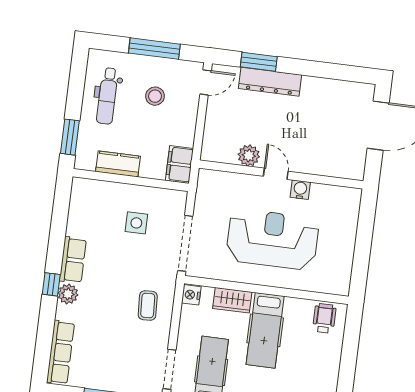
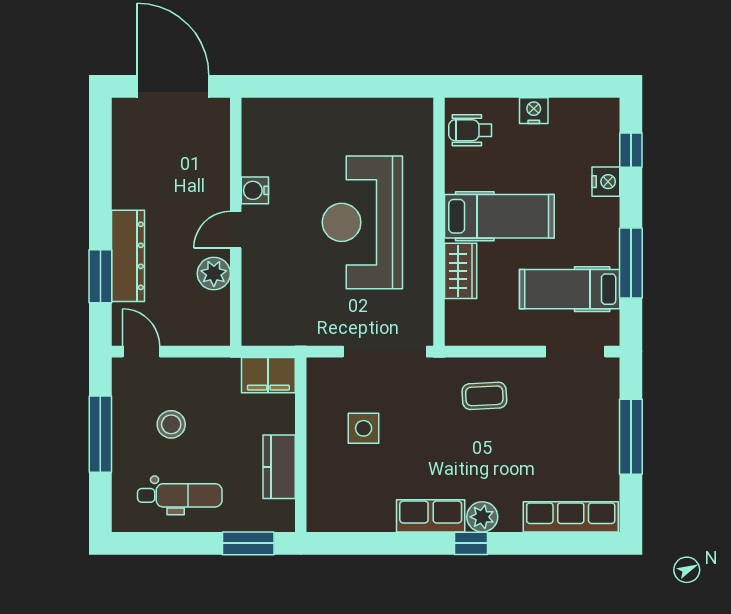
plant: (249, 156) -> (214, 273), moved
door: (276, 174) -> (236, 230), moved
wall: (281, 174) -> (236, 222), moved
water cooler: (300, 190) -> (255, 190), moved
nightstand: (191, 295) -> (534, 111), moved, turned 180

